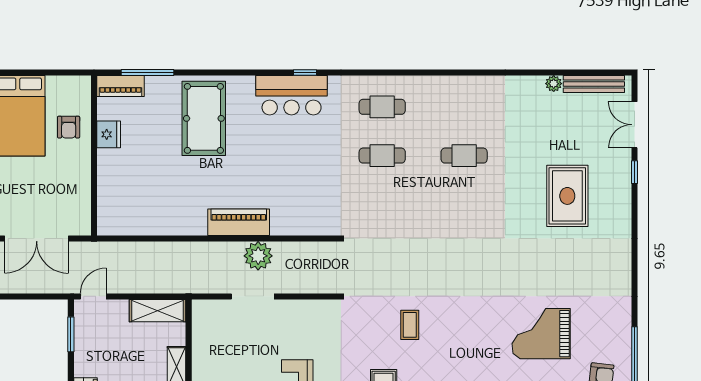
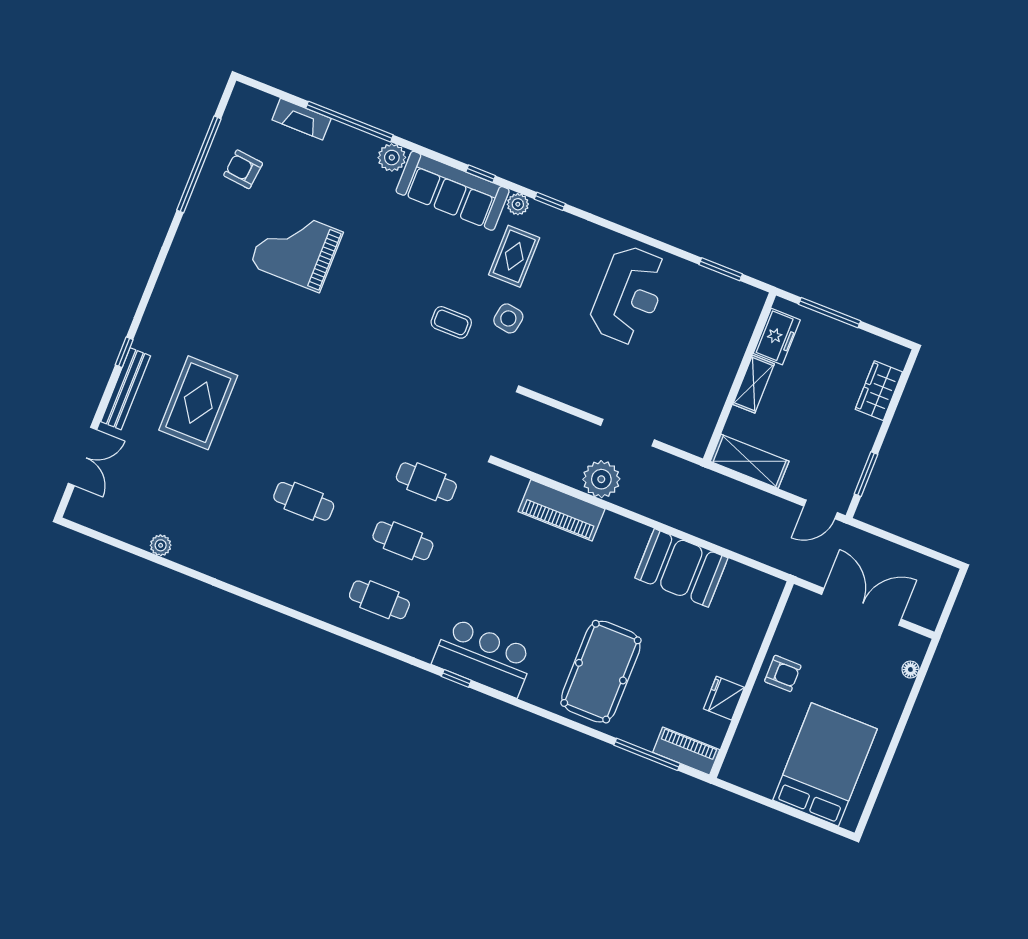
bench: (594, 84) -> (126, 389), moved, turned 90
armchair: (69, 127) -> (783, 673), moved, turned 90
window: (634, 172) -> (124, 352), moved
cafe table: (382, 204) -> (426, 482), added
booth: (176, 215) -> (681, 568), added
piano: (239, 222) -> (561, 510), moved
coffee table: (410, 325) -> (451, 322), turned 90
grand piano: (541, 334) -> (296, 249), turned 180
side table: (370, 344) -> (508, 318), added

